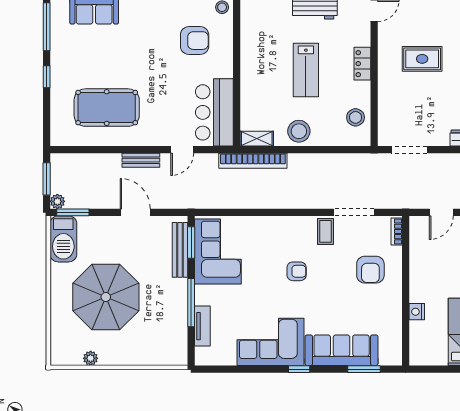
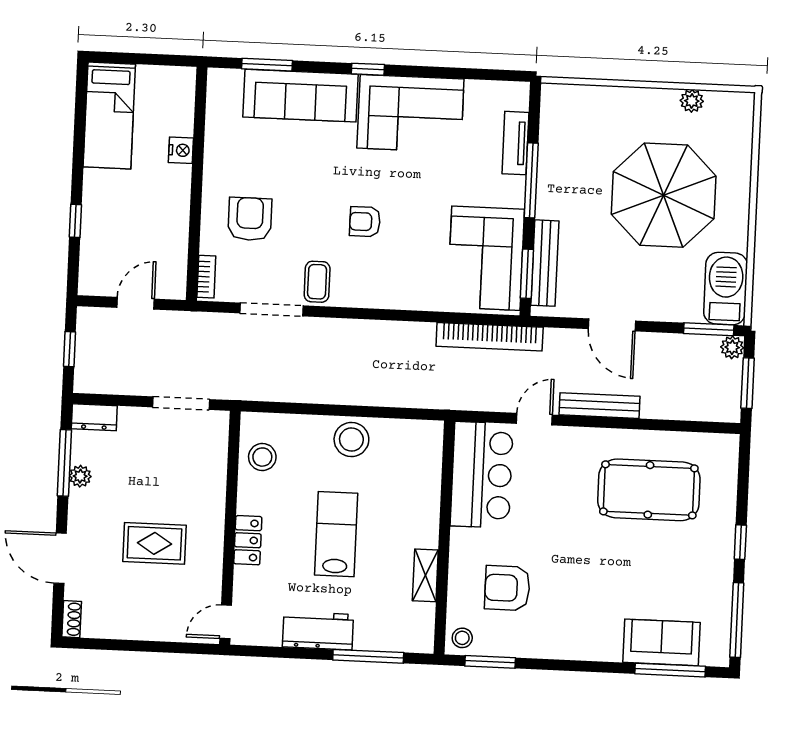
shelving: (257, 139) -> (425, 575), moved, turned 90
bench: (141, 160) -> (600, 406), width x1.36
bookcase: (253, 161) -> (490, 337), moved, turned 180

